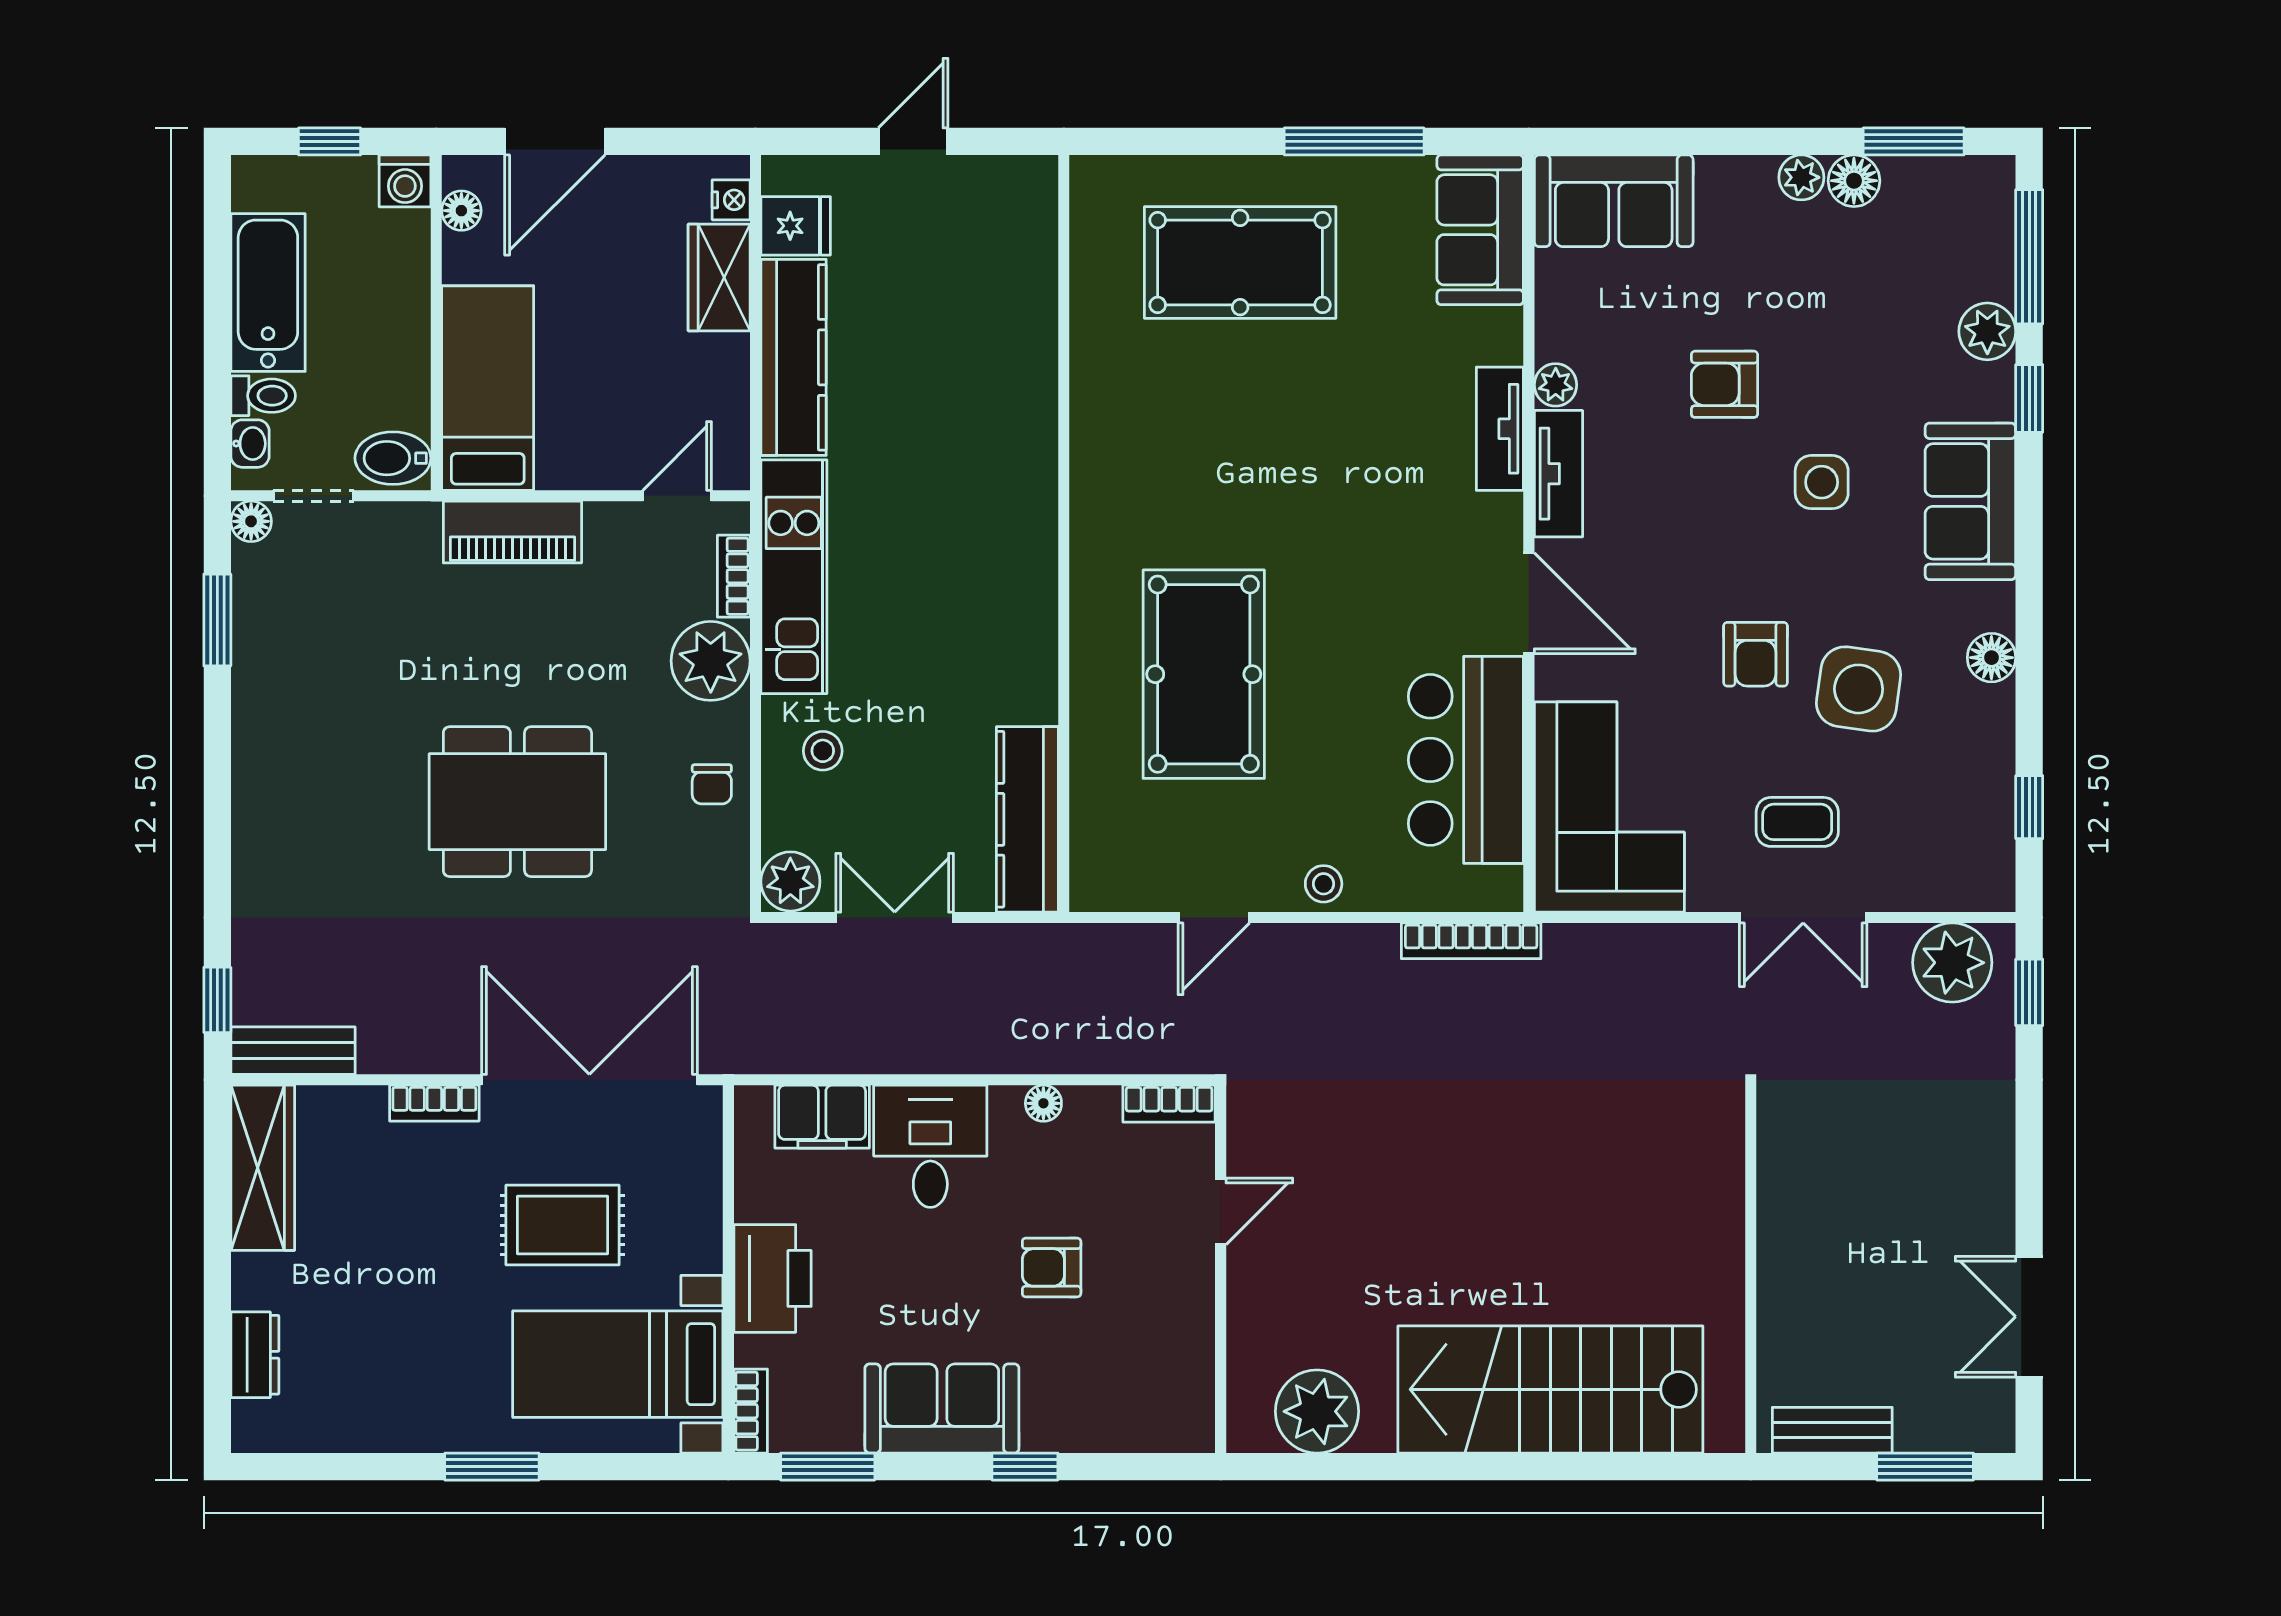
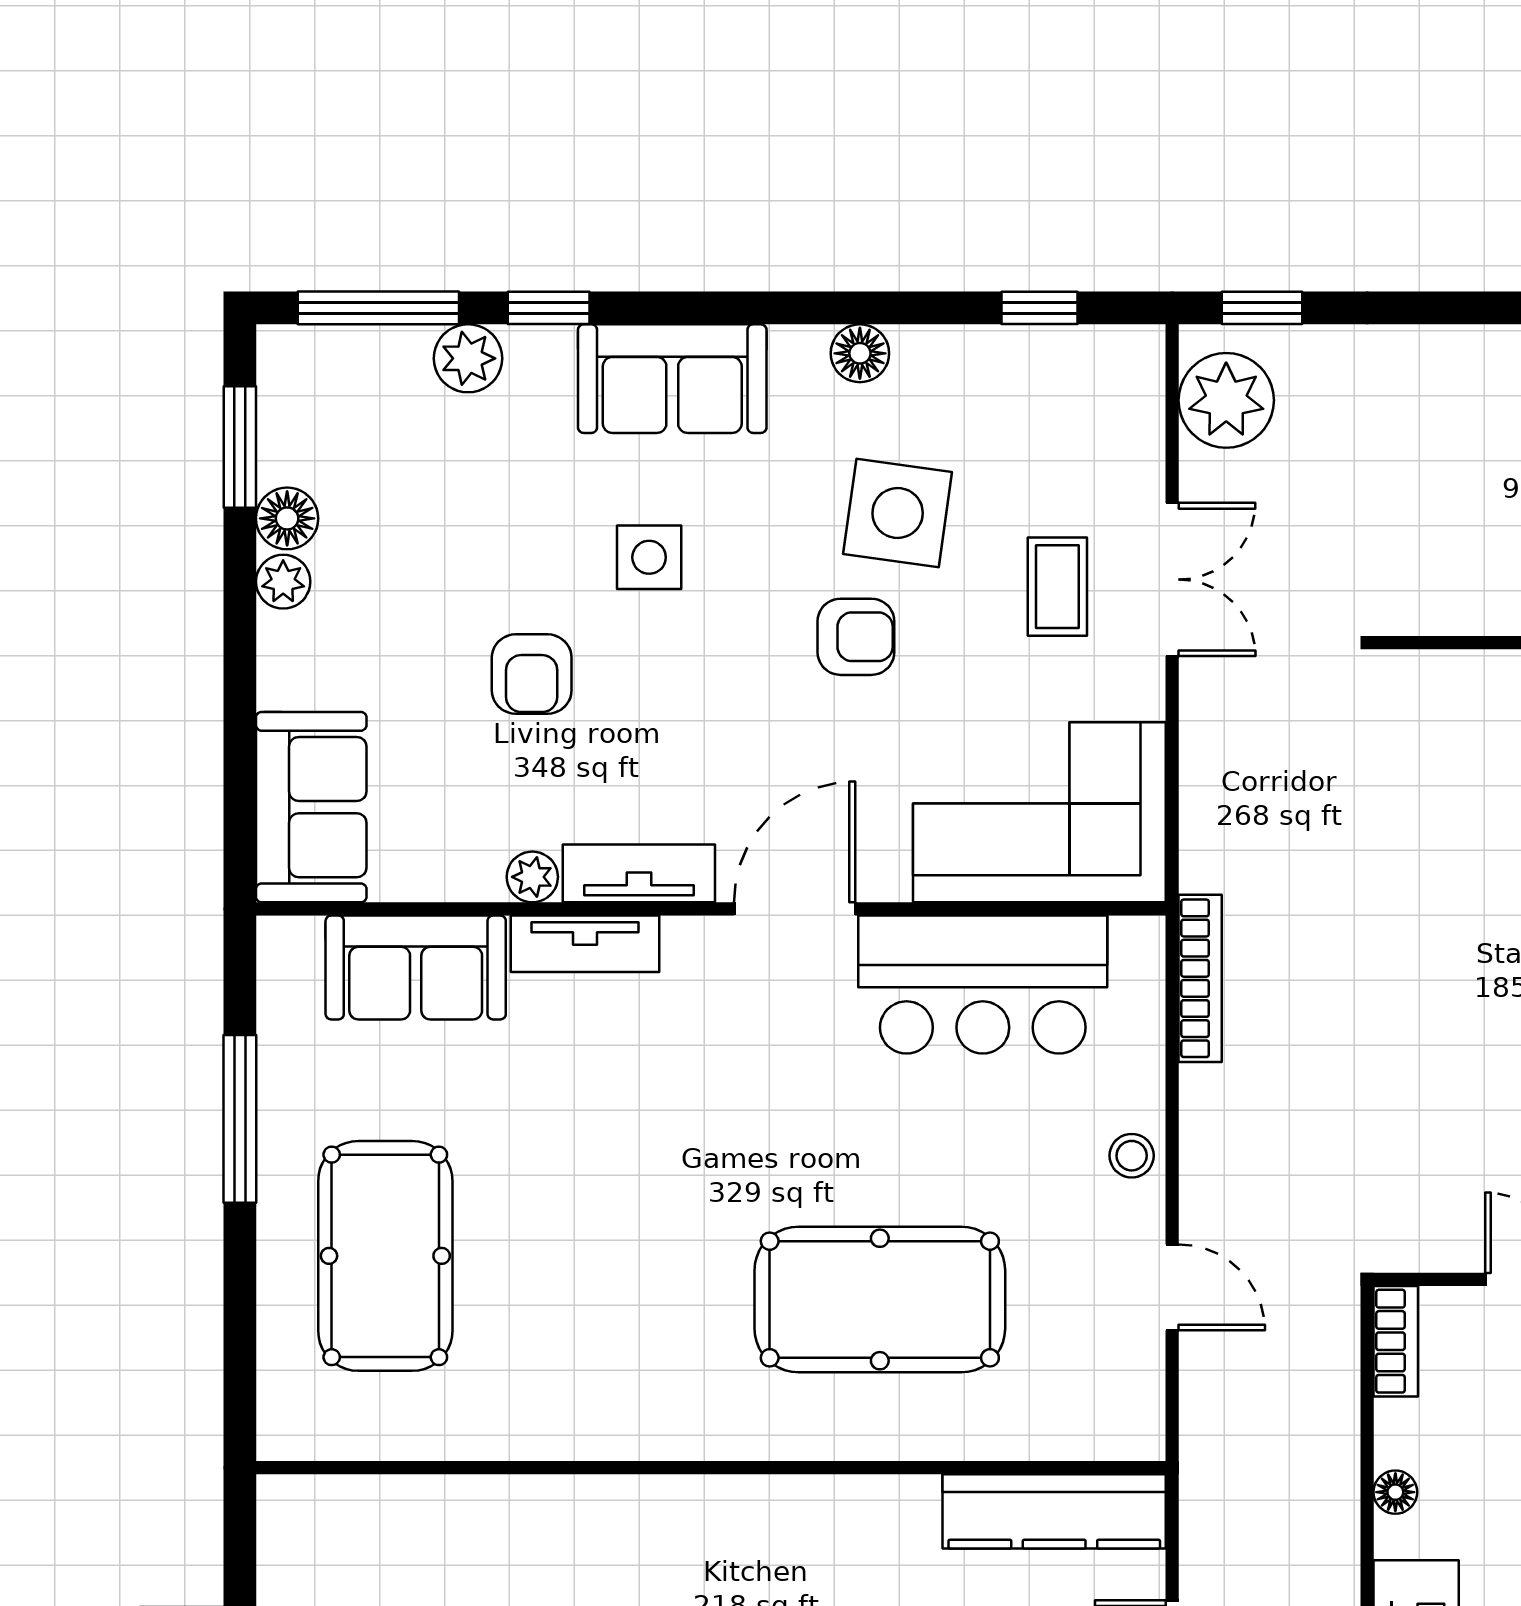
sofa: (1480, 230) -> (416, 967), moved

